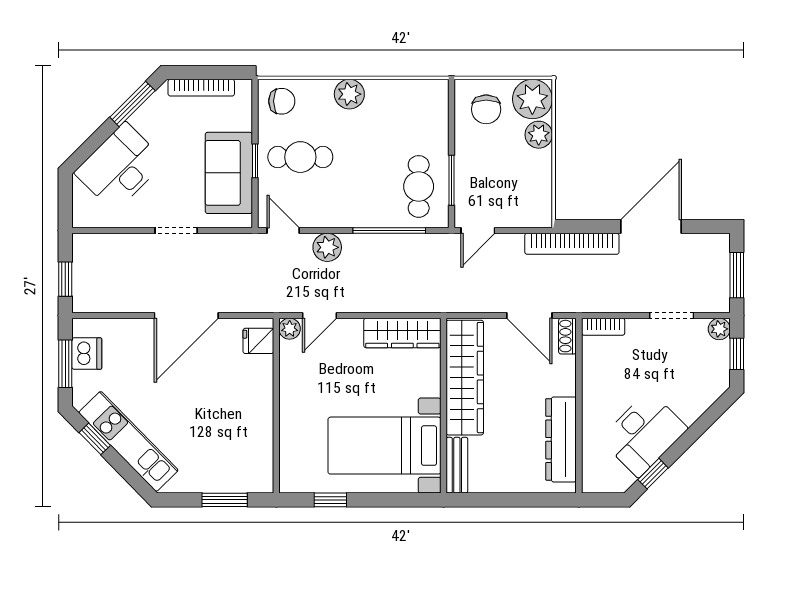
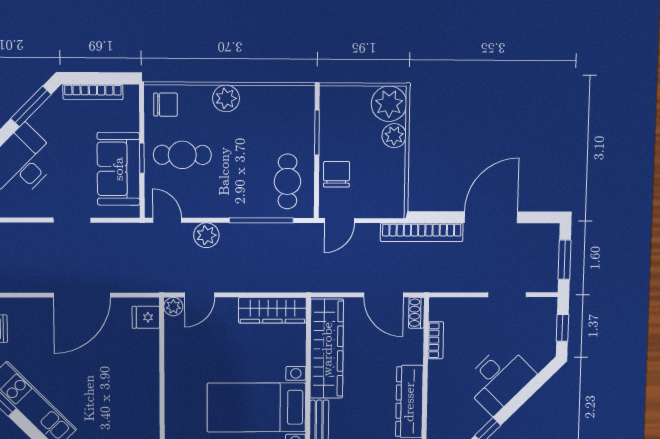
chair: (486, 109) -> (336, 174), moved, turned 180
window: (451, 180) -> (317, 133), moved
bookcase: (603, 327) -> (436, 340), moved, turned -90
plant: (719, 329) -> (548, 306), removed
desk: (644, 434) -> (499, 379), moved

